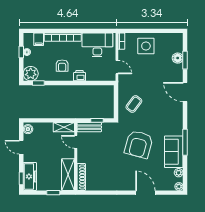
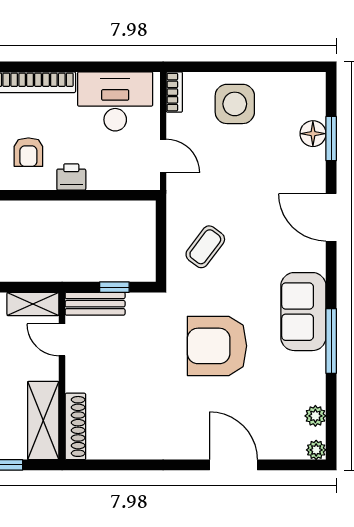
armchair: (139, 144) -> (217, 346), turned 75
sofa: (174, 152) -> (303, 312), moved

